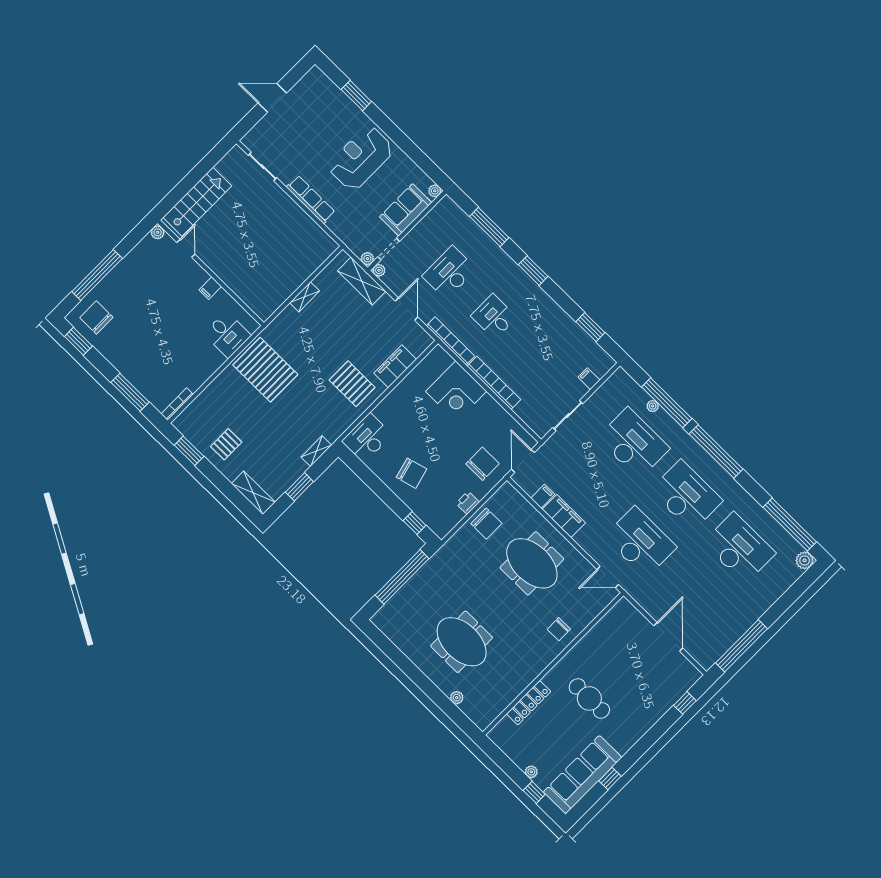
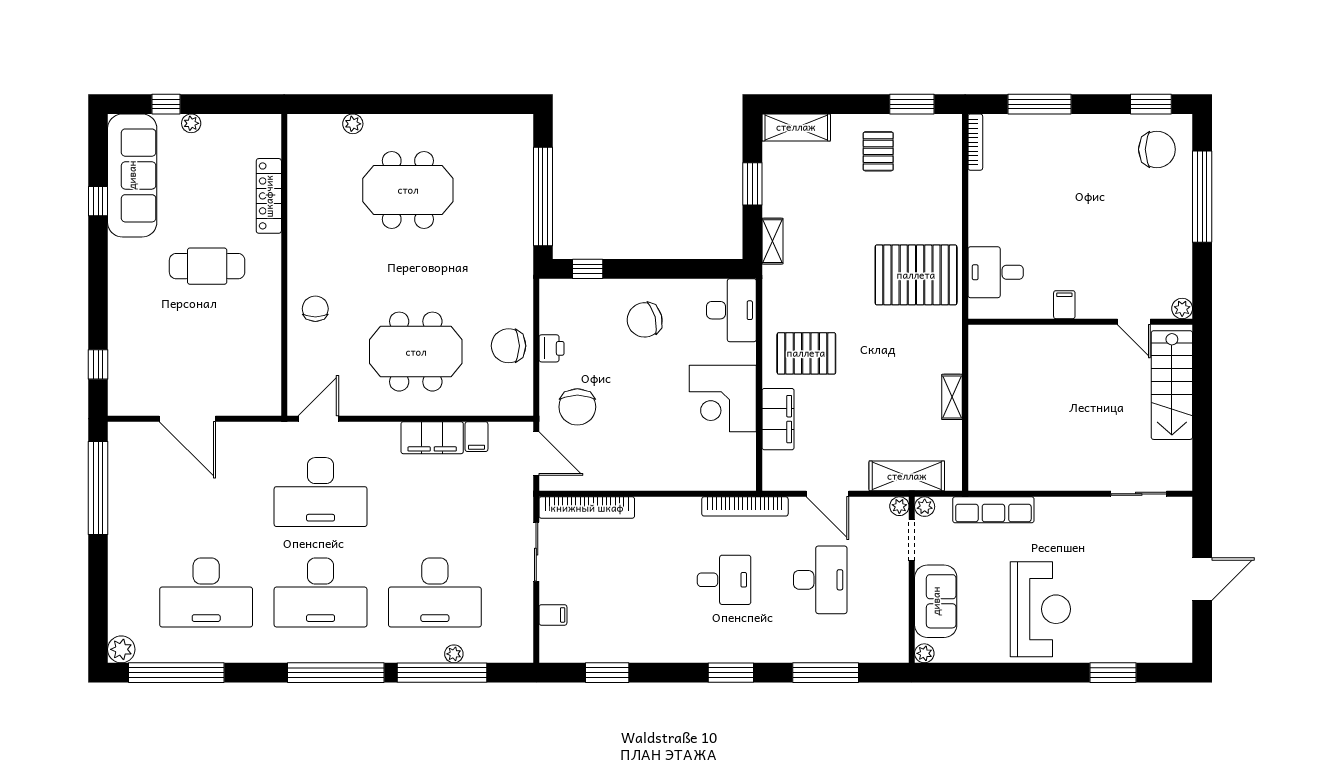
row of seats: (311, 200) -> (993, 510), moved
bookcase: (494, 383) -> (587, 508), moved
corner desk: (456, 391) -> (723, 399), moved, turned -90

